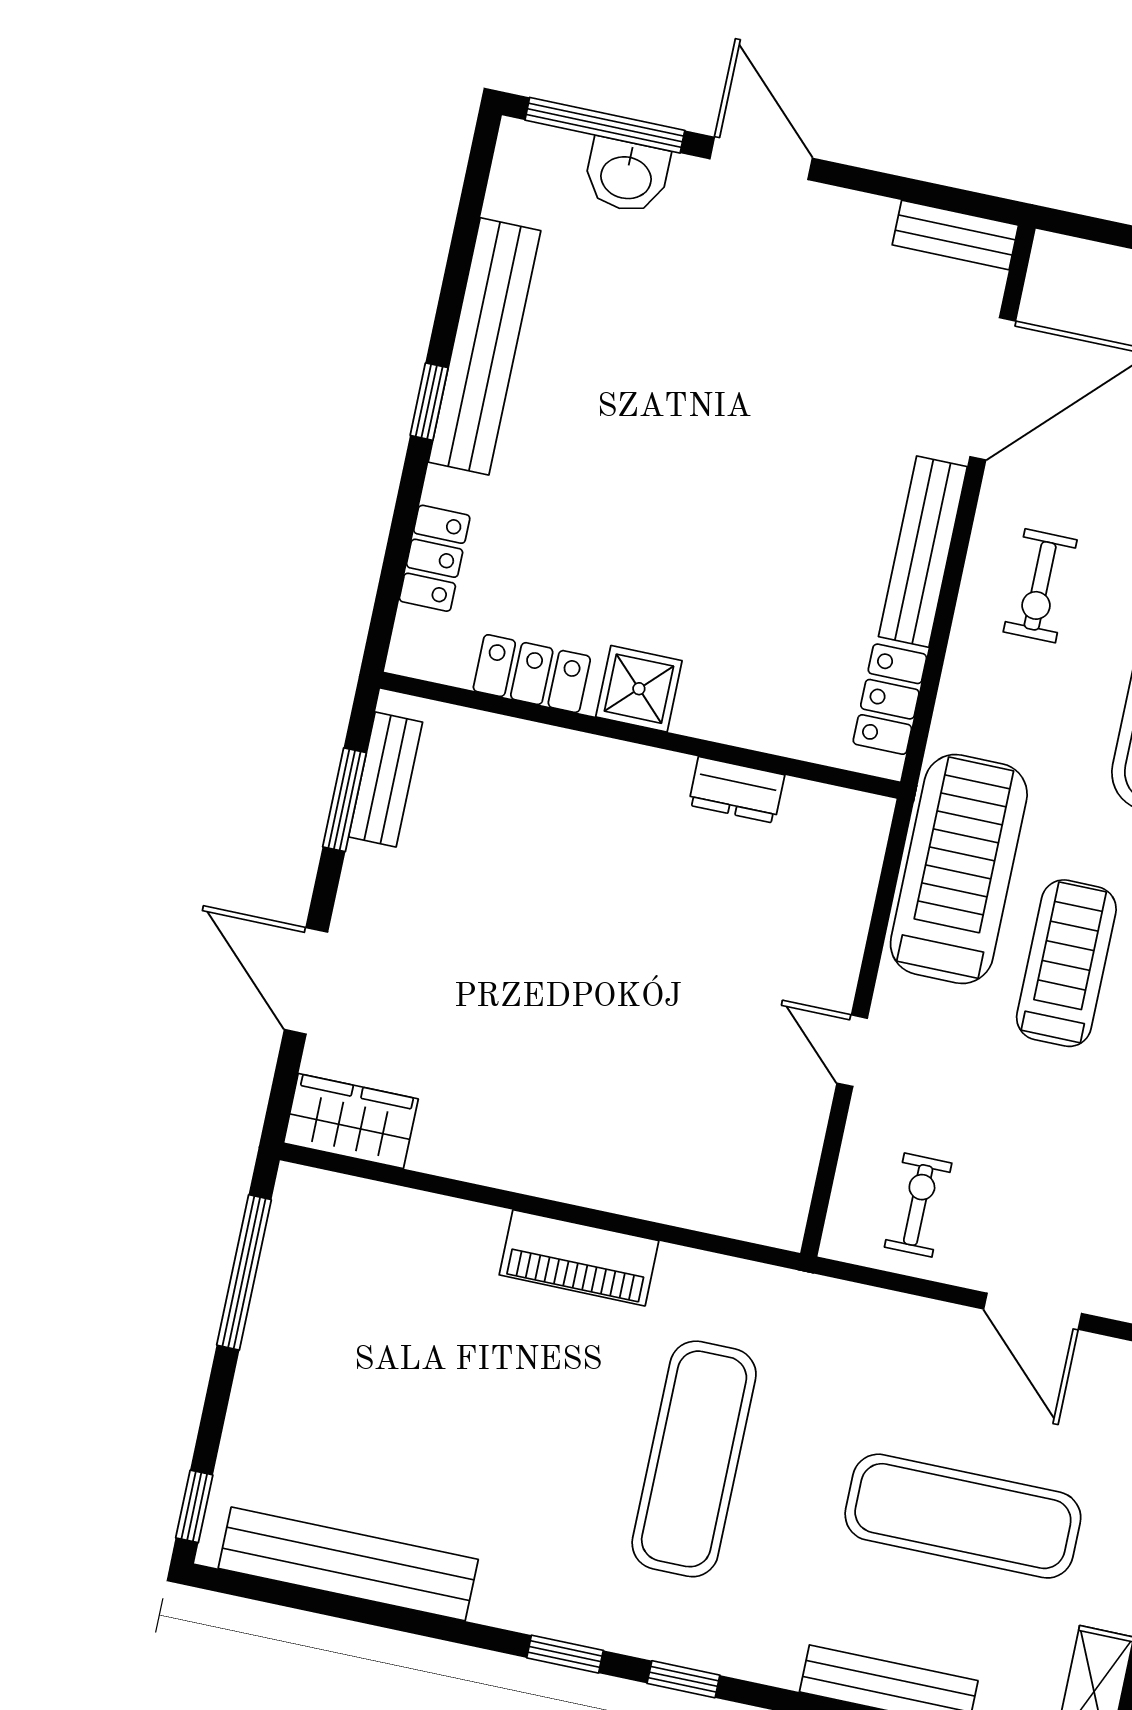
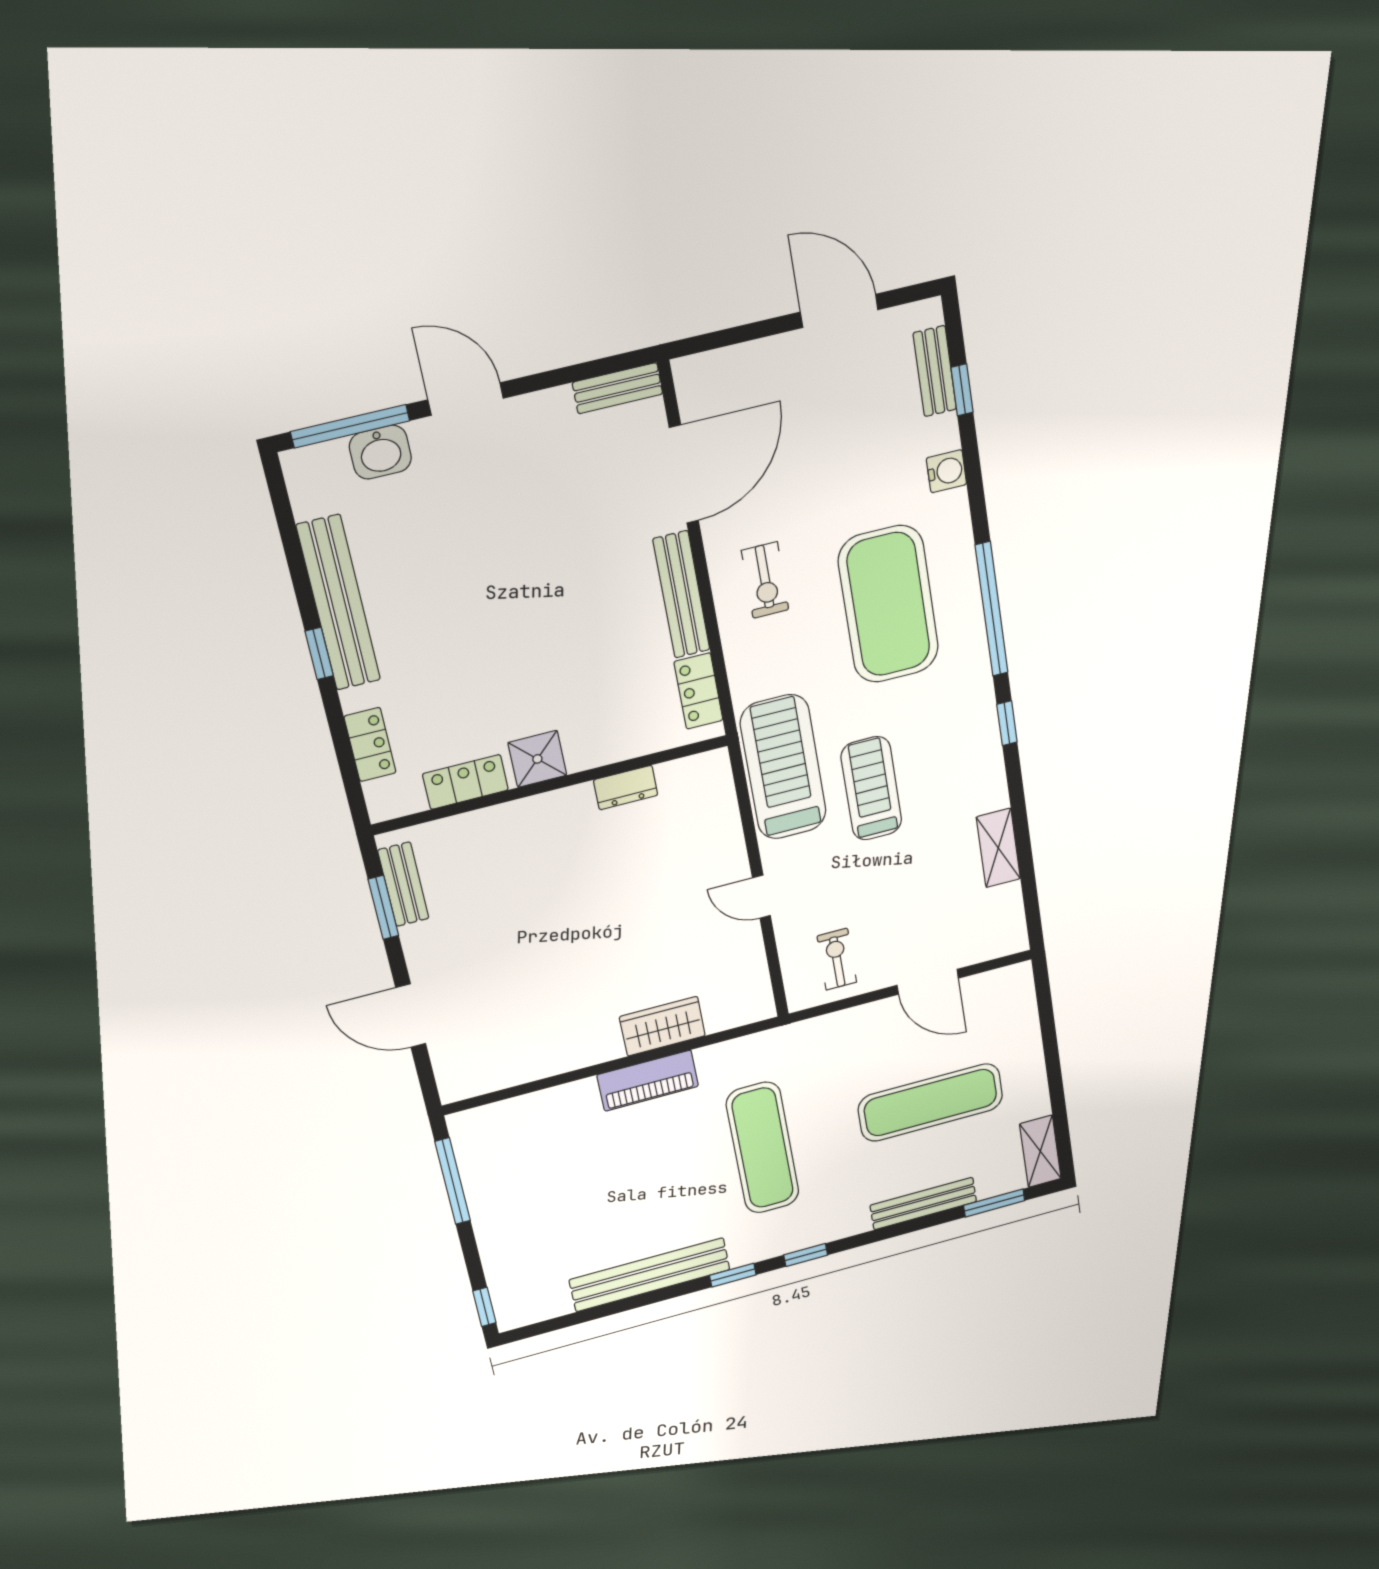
wardrobe: (351, 1121) -> (662, 1026), moved
bench: (348, 1564) -> (650, 1275), moved

